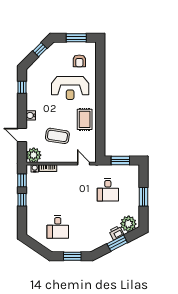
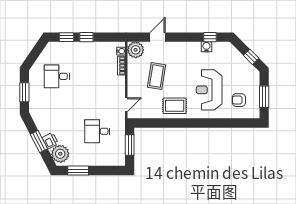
water cooler: (31, 115) -> (206, 47), moved
window: (22, 180) -> (67, 37), moved
window: (144, 197) -> (78, 171), moved

